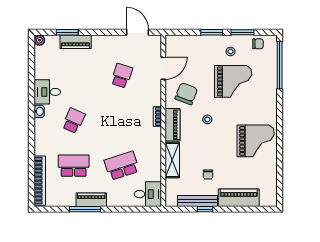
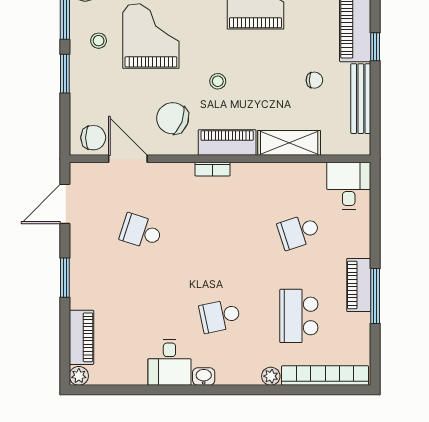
window: (67, 32) -> (65, 278), moved
piano: (76, 42) -> (81, 337), moved
chair: (175, 49) -> (93, 138), added
school desk: (74, 121) -> (220, 316), turned -36
plant: (39, 150) -> (271, 376), added
school desk: (122, 166) -> (299, 232), width x0.54
window: (205, 209) -> (375, 47), moved

